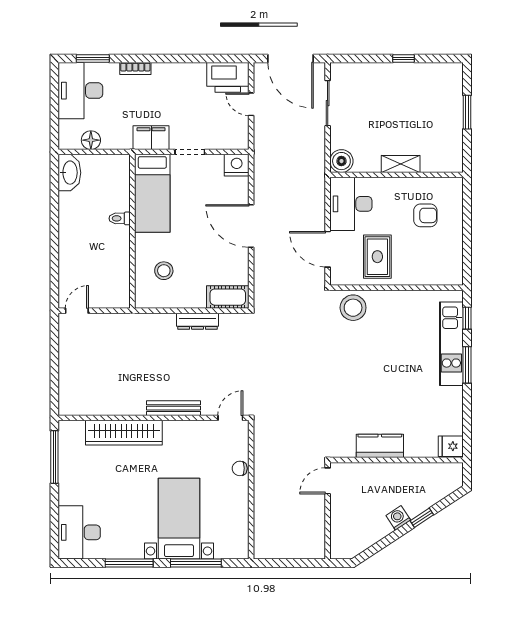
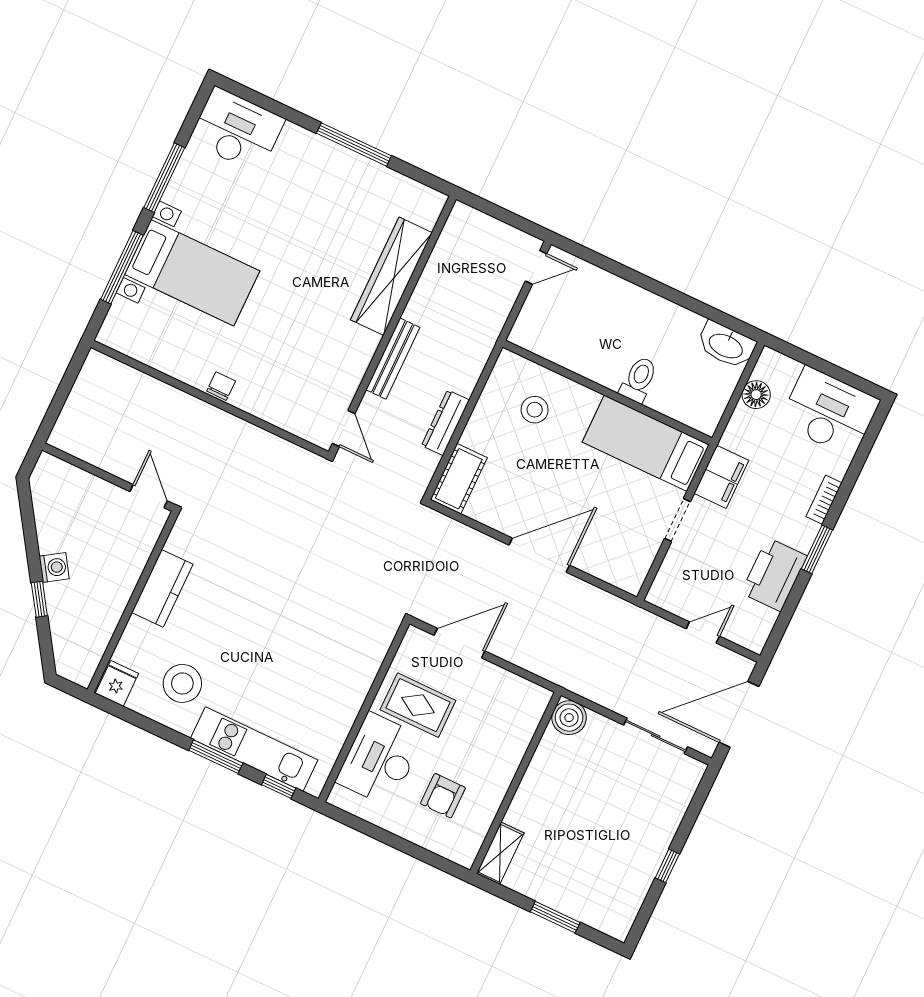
window: (93, 59) -> (817, 549), moved
printer: (228, 77) -> (774, 574), moved
shelving: (401, 164) -> (500, 853), moved
nightstand: (237, 165) -> (630, 574), removed
desk: (351, 204) -> (379, 759), moved, turned -90
toilet: (120, 218) -> (639, 380), width x1.37, depth x1.39
stool: (353, 308) -> (182, 683), moved
door: (77, 311) -> (536, 267), hinge flipped
bench: (174, 408) -> (393, 359), moved
wall: (153, 418) -> (392, 325), moved
door: (230, 418) -> (344, 429), moved
wardrobe: (124, 433) -> (391, 276), moved

